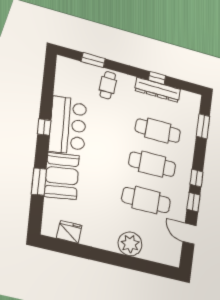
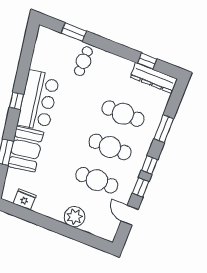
window: (157, 78) -> (147, 61), moved
dresser: (158, 90) -> (154, 78), moved
window: (203, 126) -> (164, 129), moved

